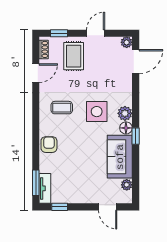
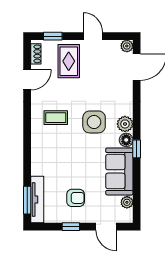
door: (96, 33) -> (93, 36), hinge flipped
armchair: (49, 145) -> (76, 198), moved, turned 90
tv unit: (45, 188) -> (37, 199), width x1.41
window: (60, 207) -> (71, 227), moved

